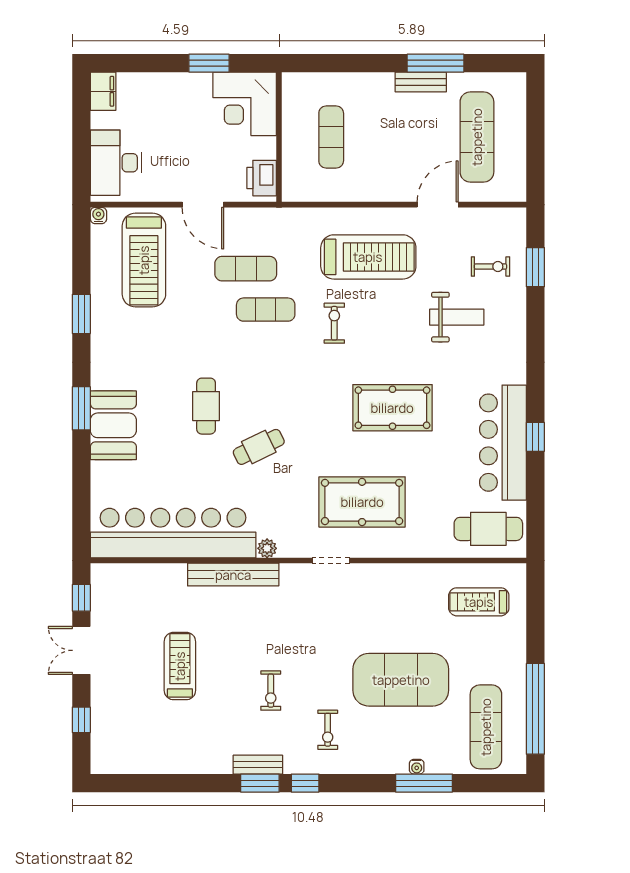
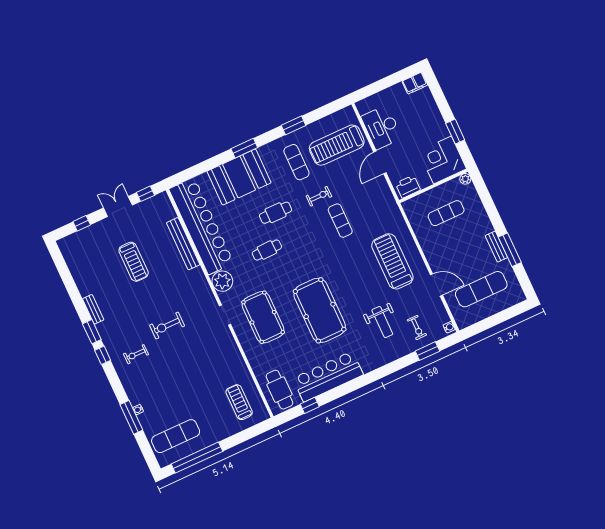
plant: (291, 82) -> (465, 179), added
desk: (116, 163) -> (382, 127), moved, turned -90
water cooler: (98, 215) -> (449, 327), moved
treadmill: (368, 257) -> (392, 261), turned 180
exercise mat: (246, 269) -> (296, 162), moved
exercise bike: (334, 323) -> (319, 196), moved
pool table: (392, 408) -> (320, 310), width x1.36, depth x1.32
booth: (113, 425) -> (239, 177), width x1.36, depth x1.42
window: (535, 437) -> (310, 405), moved
cafe table: (259, 447) -> (267, 250), turned -66
plant: (267, 548) -> (222, 281), width x1.88, depth x1.88
bench: (233, 575) -> (183, 244), moved
treadmill: (180, 666) -> (134, 262), turned 90
exercise mat: (401, 680) -> (180, 380), removed
exercise bike: (271, 691) -> (167, 326), moved, width x1.38, depth x1.39
bench: (258, 765) -> (93, 309), moved

